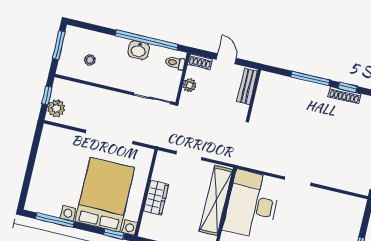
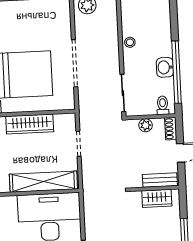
stool: (90, 60) -> (130, 42), moved
wardrobe: (264, 95) -> (157, 198), added
wardrobe: (156, 198) -> (30, 124), width x1.50

